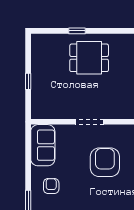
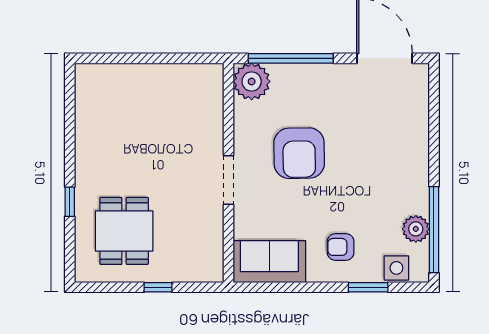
dining table: (89, 58) -> (124, 231), moved
armchair: (105, 162) -> (299, 153), turned -91

